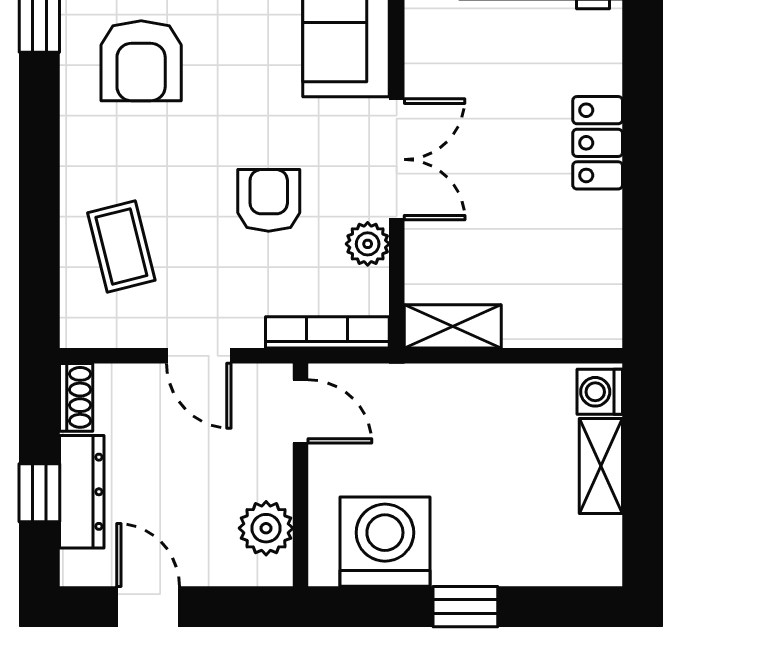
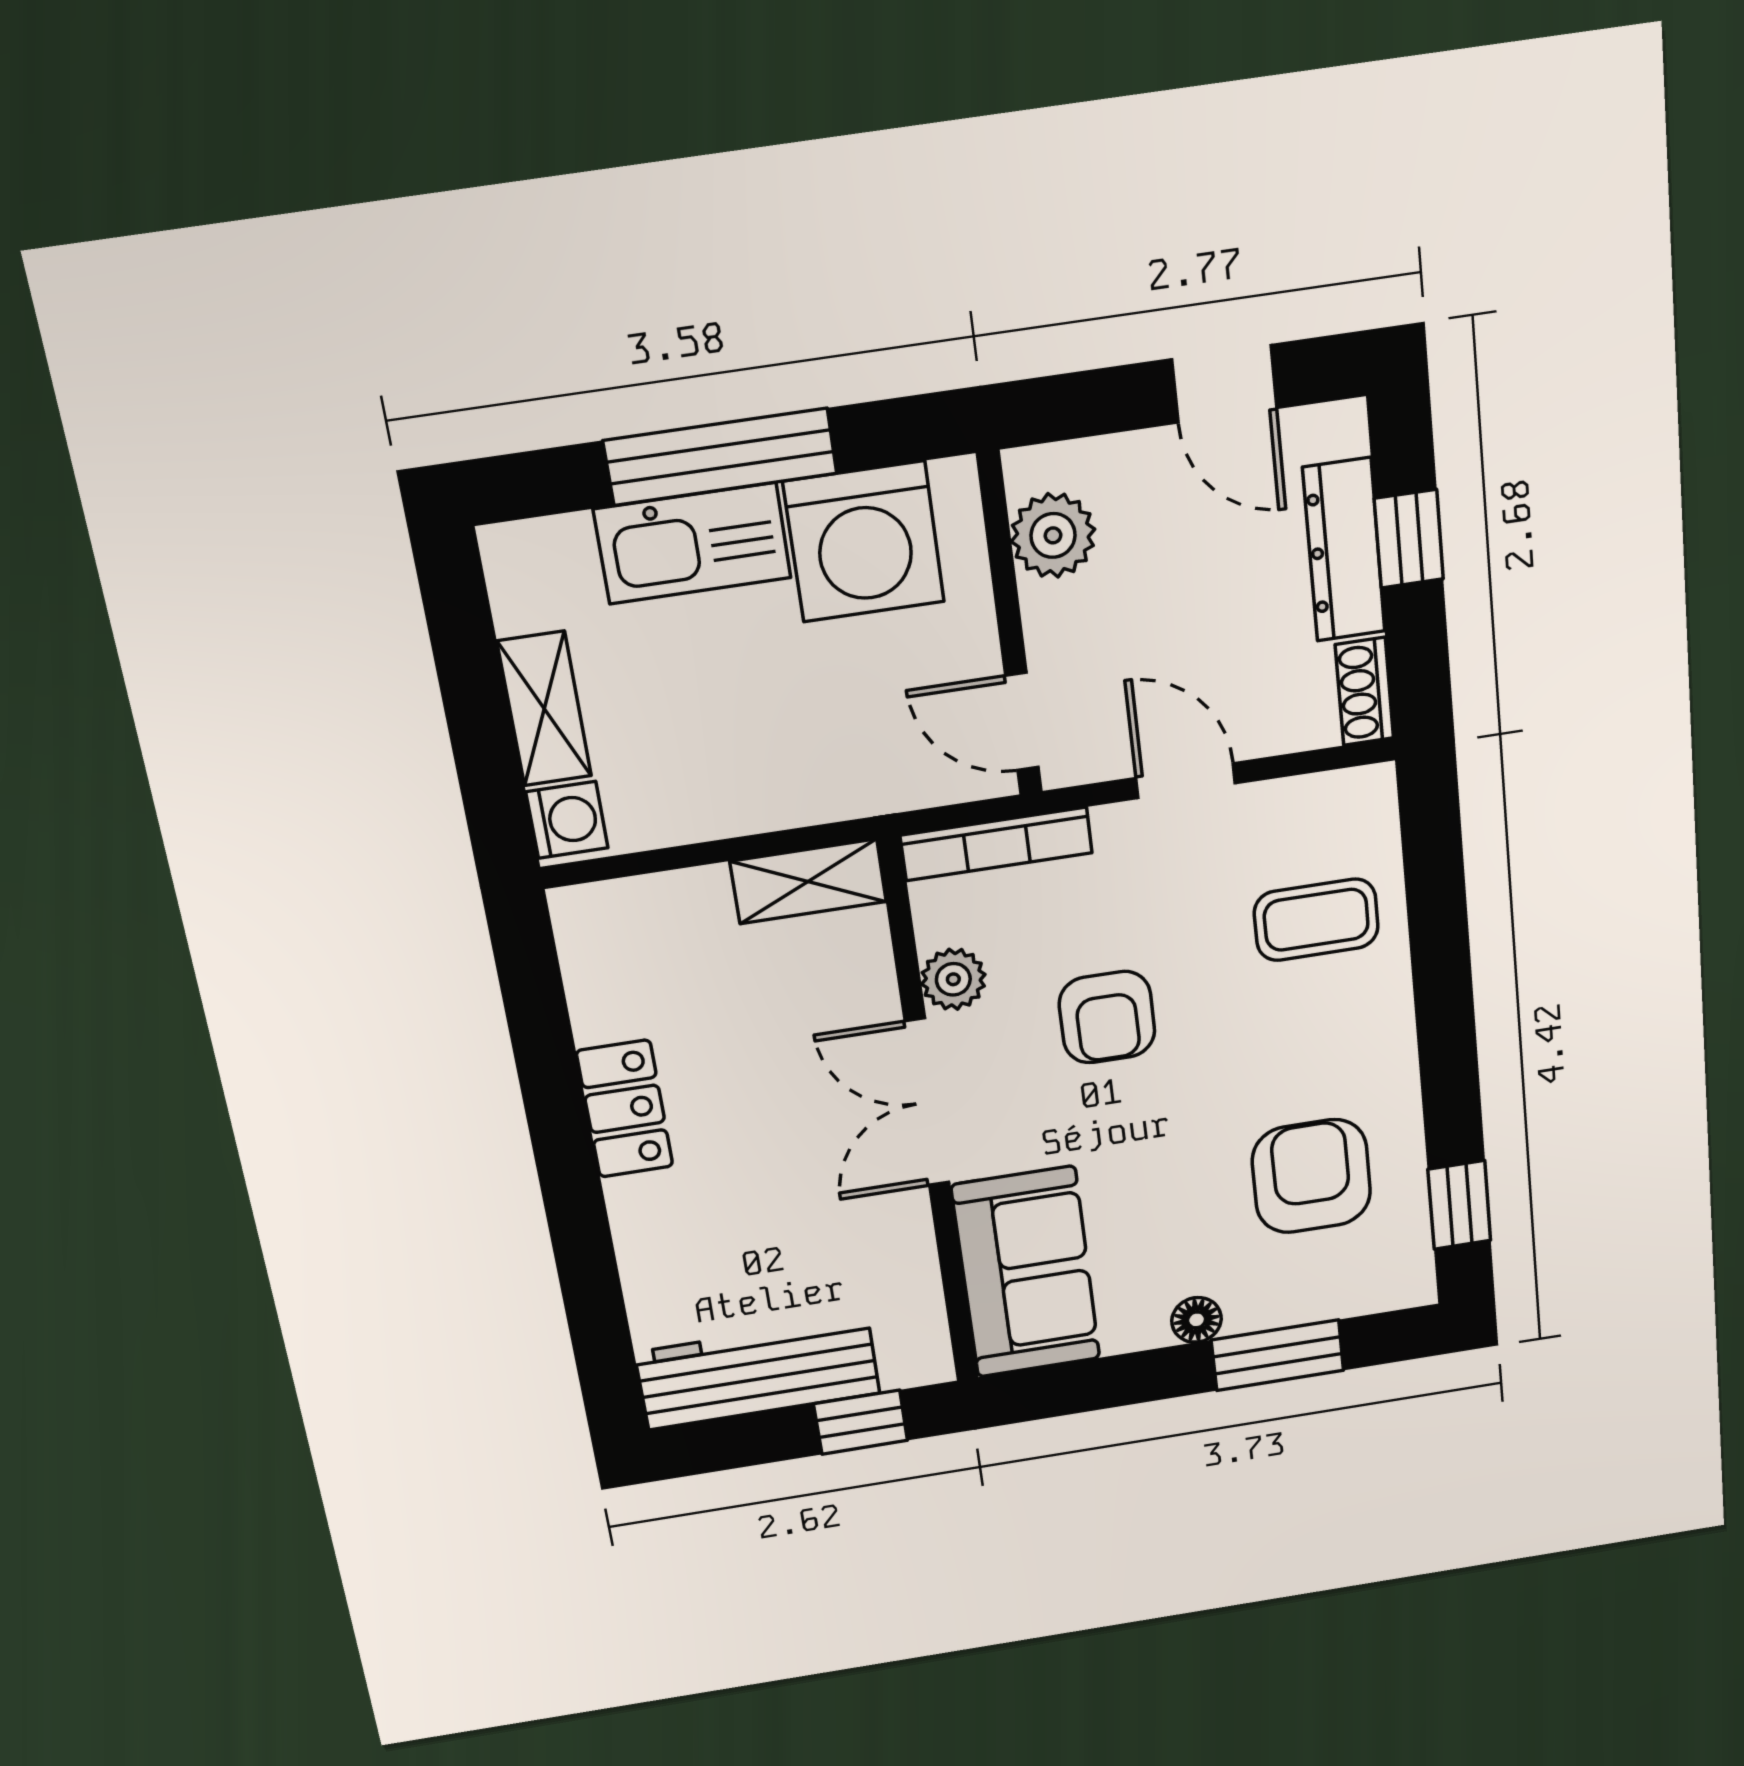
locker: (598, 143) -> (625, 1109), moved
coffee table: (121, 246) -> (1316, 920), turned -76
kitchen sink: (491, 556) -> (692, 543), added
window: (465, 607) -> (720, 457), width x2.17

